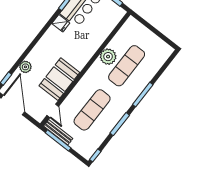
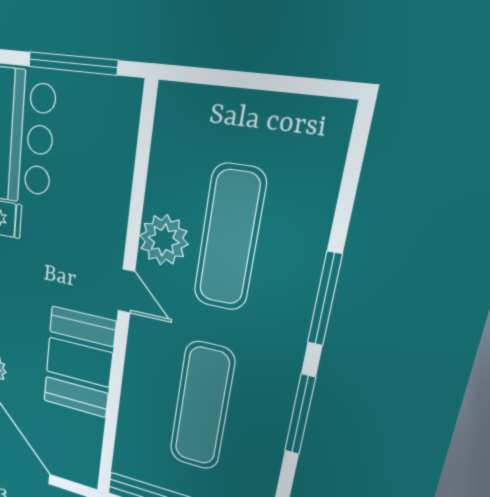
door: (53, 111) -> (126, 291), moved

